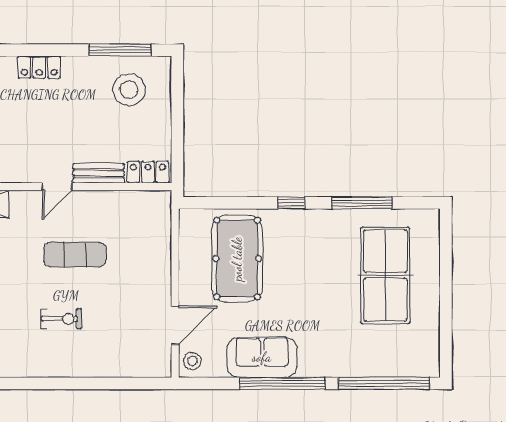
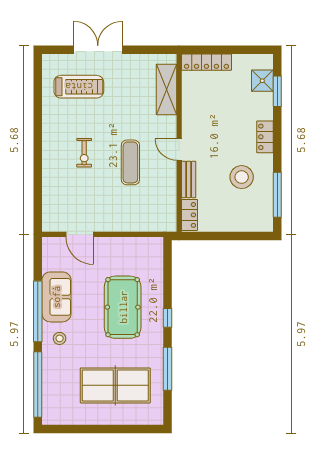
stool: (129, 90) -> (242, 177), moved
pool table: (237, 259) -> (123, 307), moved, turned 90
stool: (193, 361) -> (60, 338), moved

